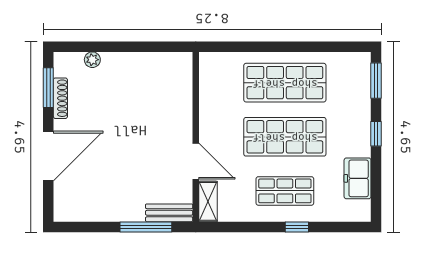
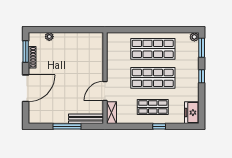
plant: (362, 60) -> (194, 37), added
door: (196, 161) -> (105, 91), swing flipped
freezer: (358, 178) -> (192, 113), moved
bench: (169, 213) -> (86, 119), width x1.36
window: (146, 227) -> (67, 126), moved

